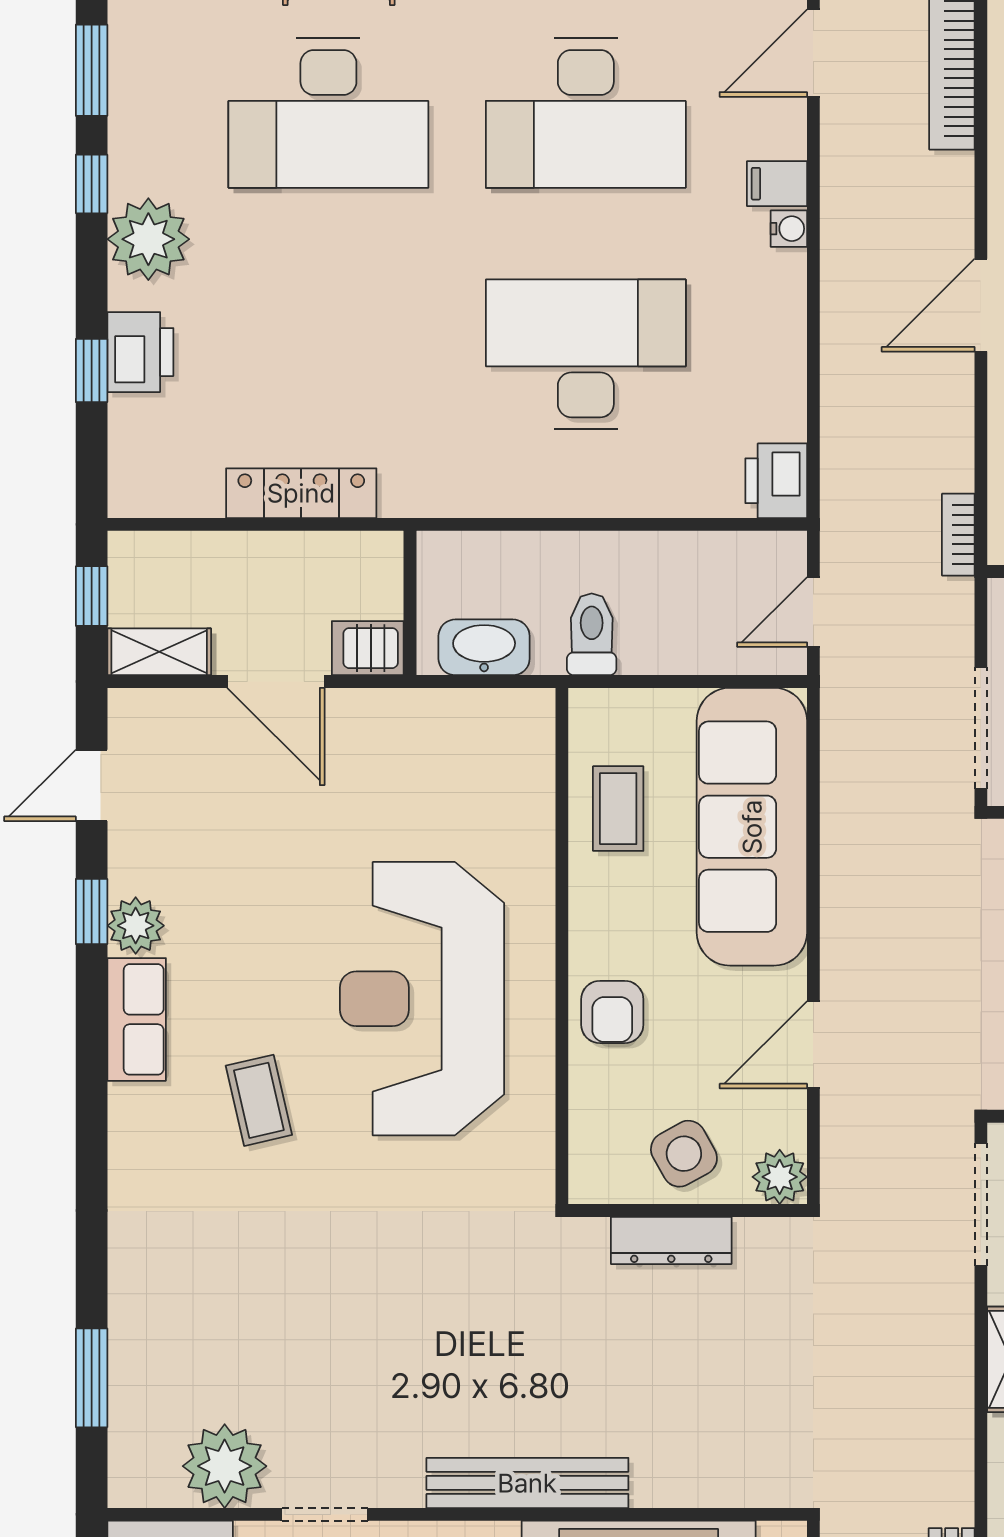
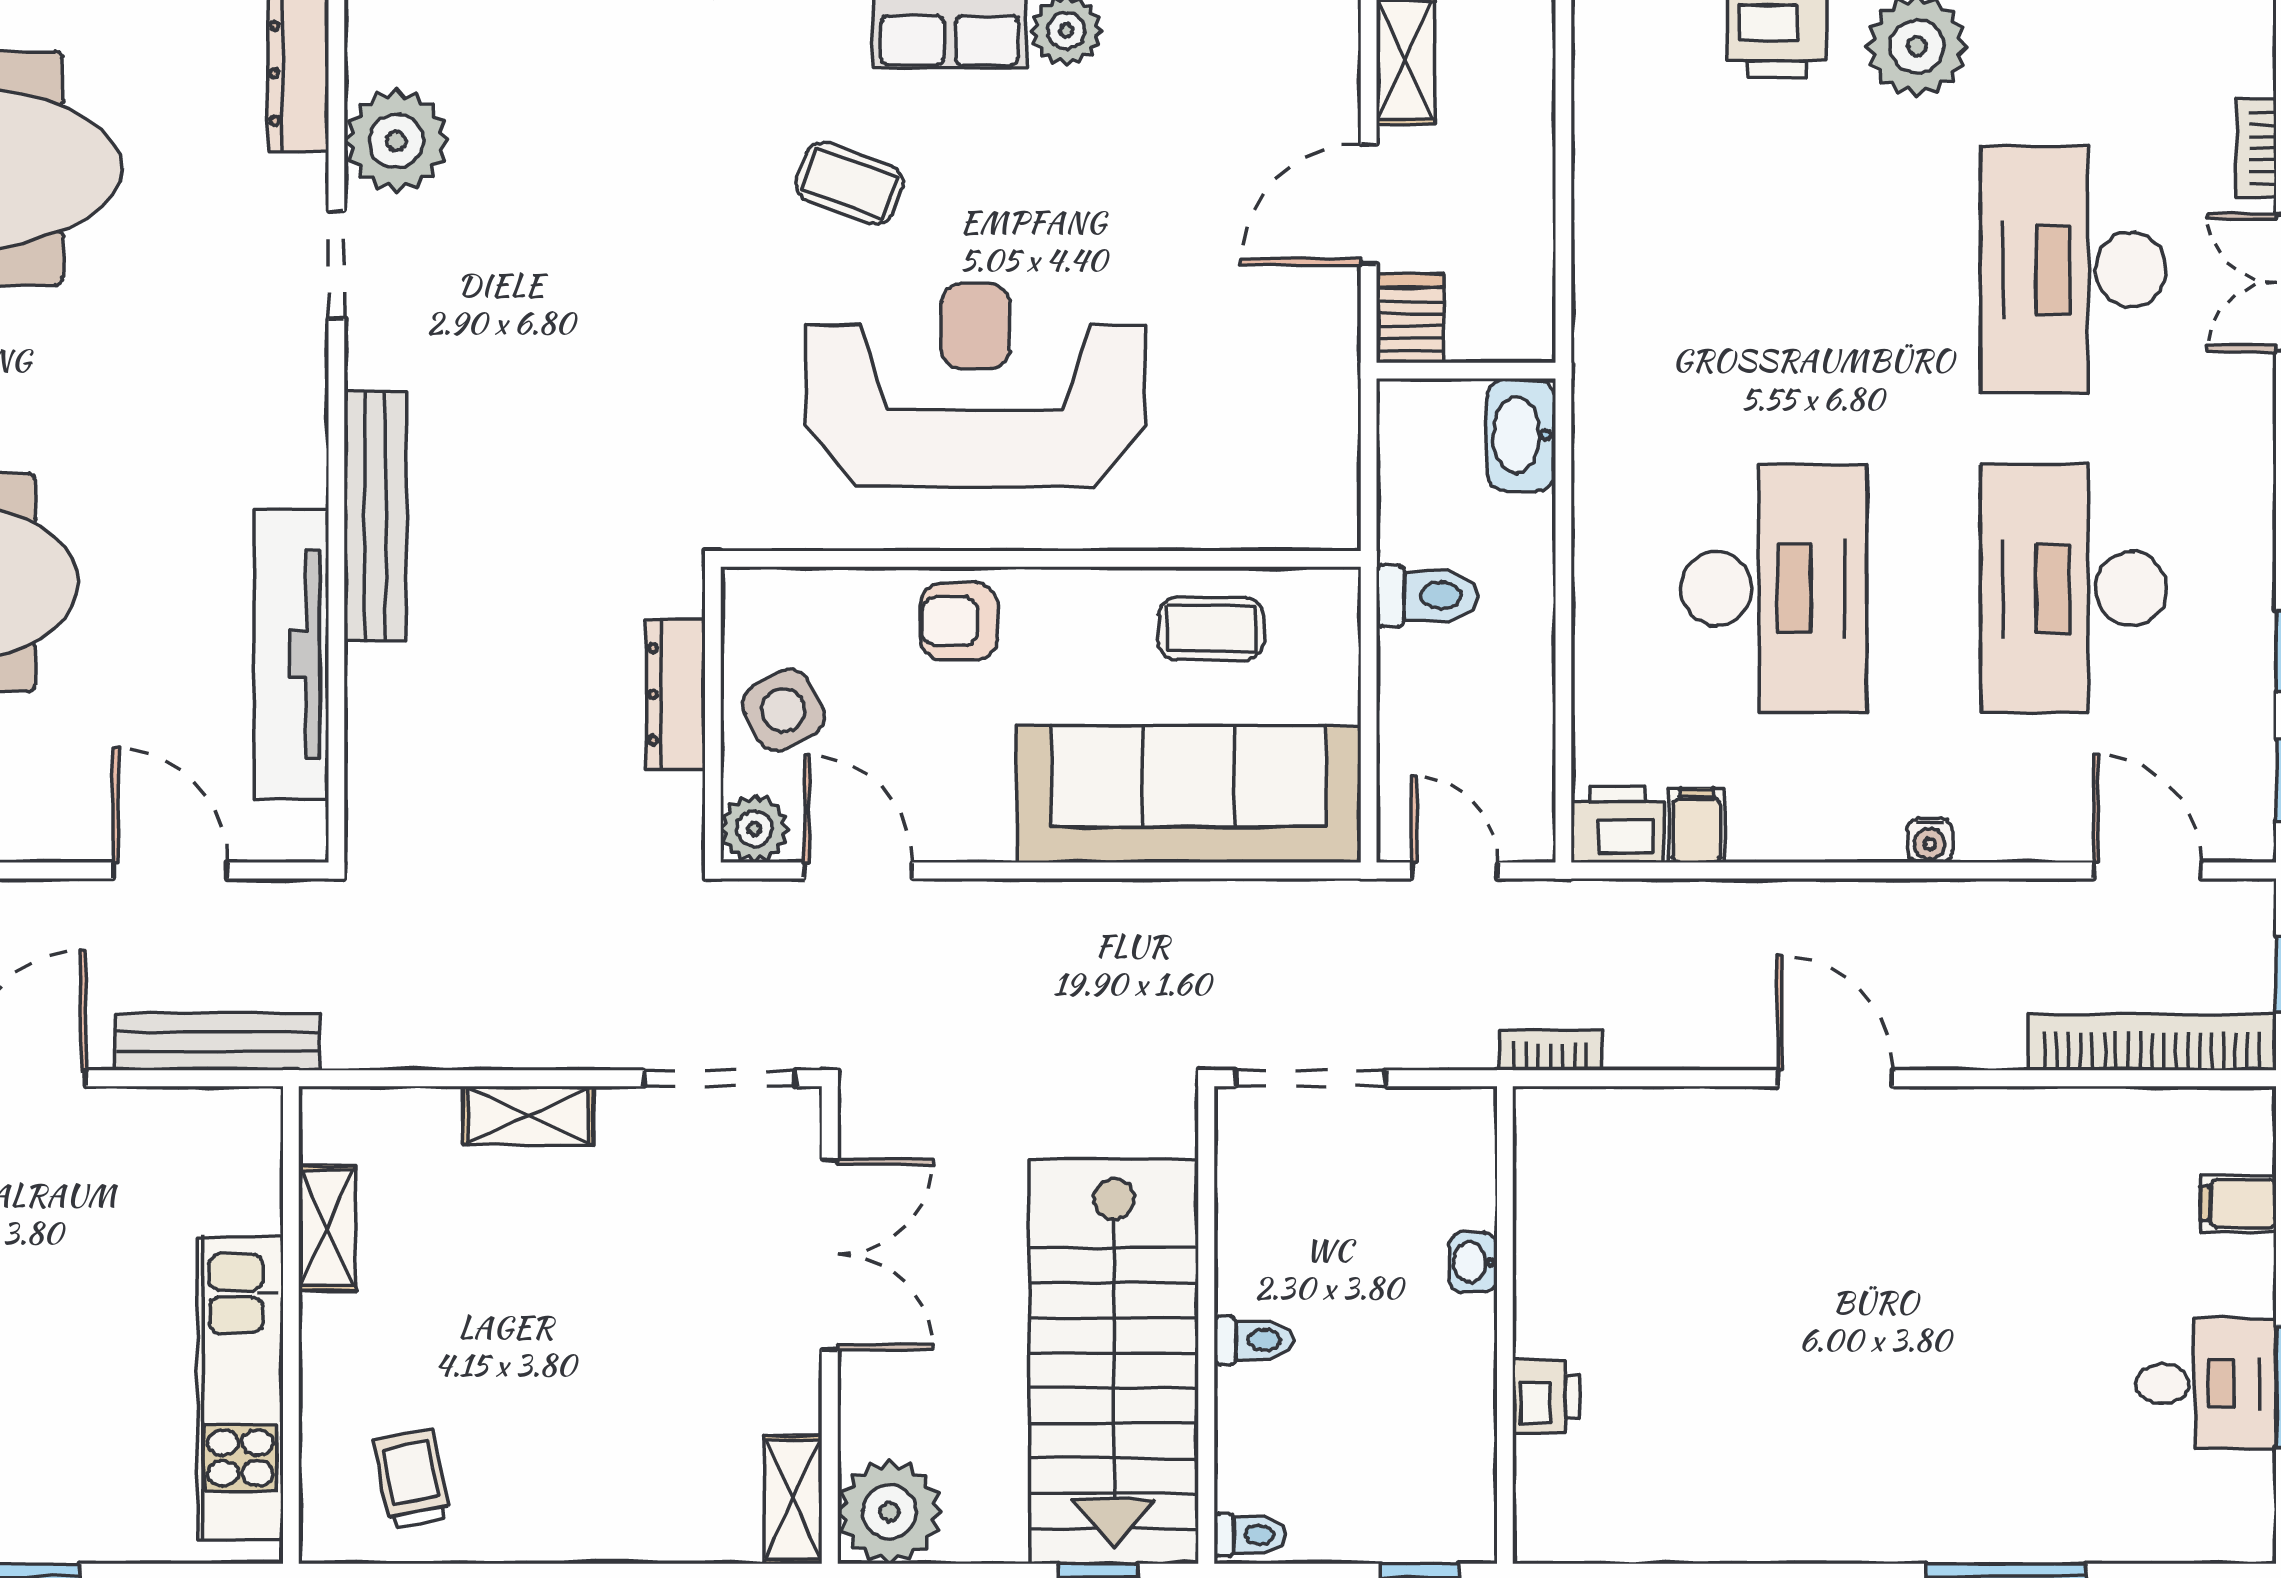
filing cabinet: (777, 184) -> (1697, 825), moved
locker: (301, 493) -> (1602, 236), removed
washbasin: (484, 647) -> (1521, 435), moved, turned 180
door: (813, 1045) -> (858, 870), moved
coffee table: (259, 1100) -> (850, 183), turned 33

